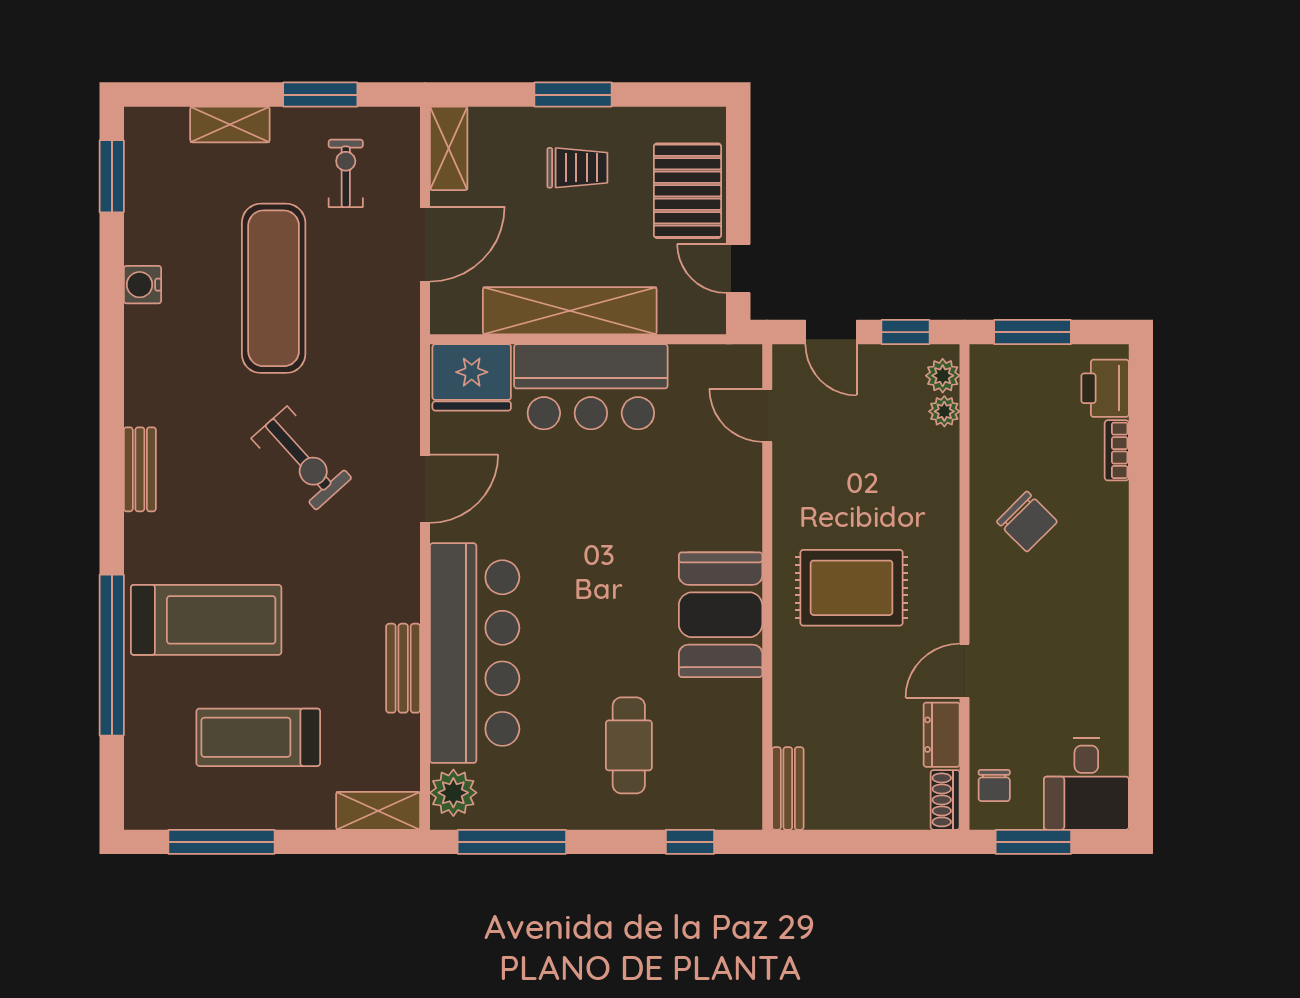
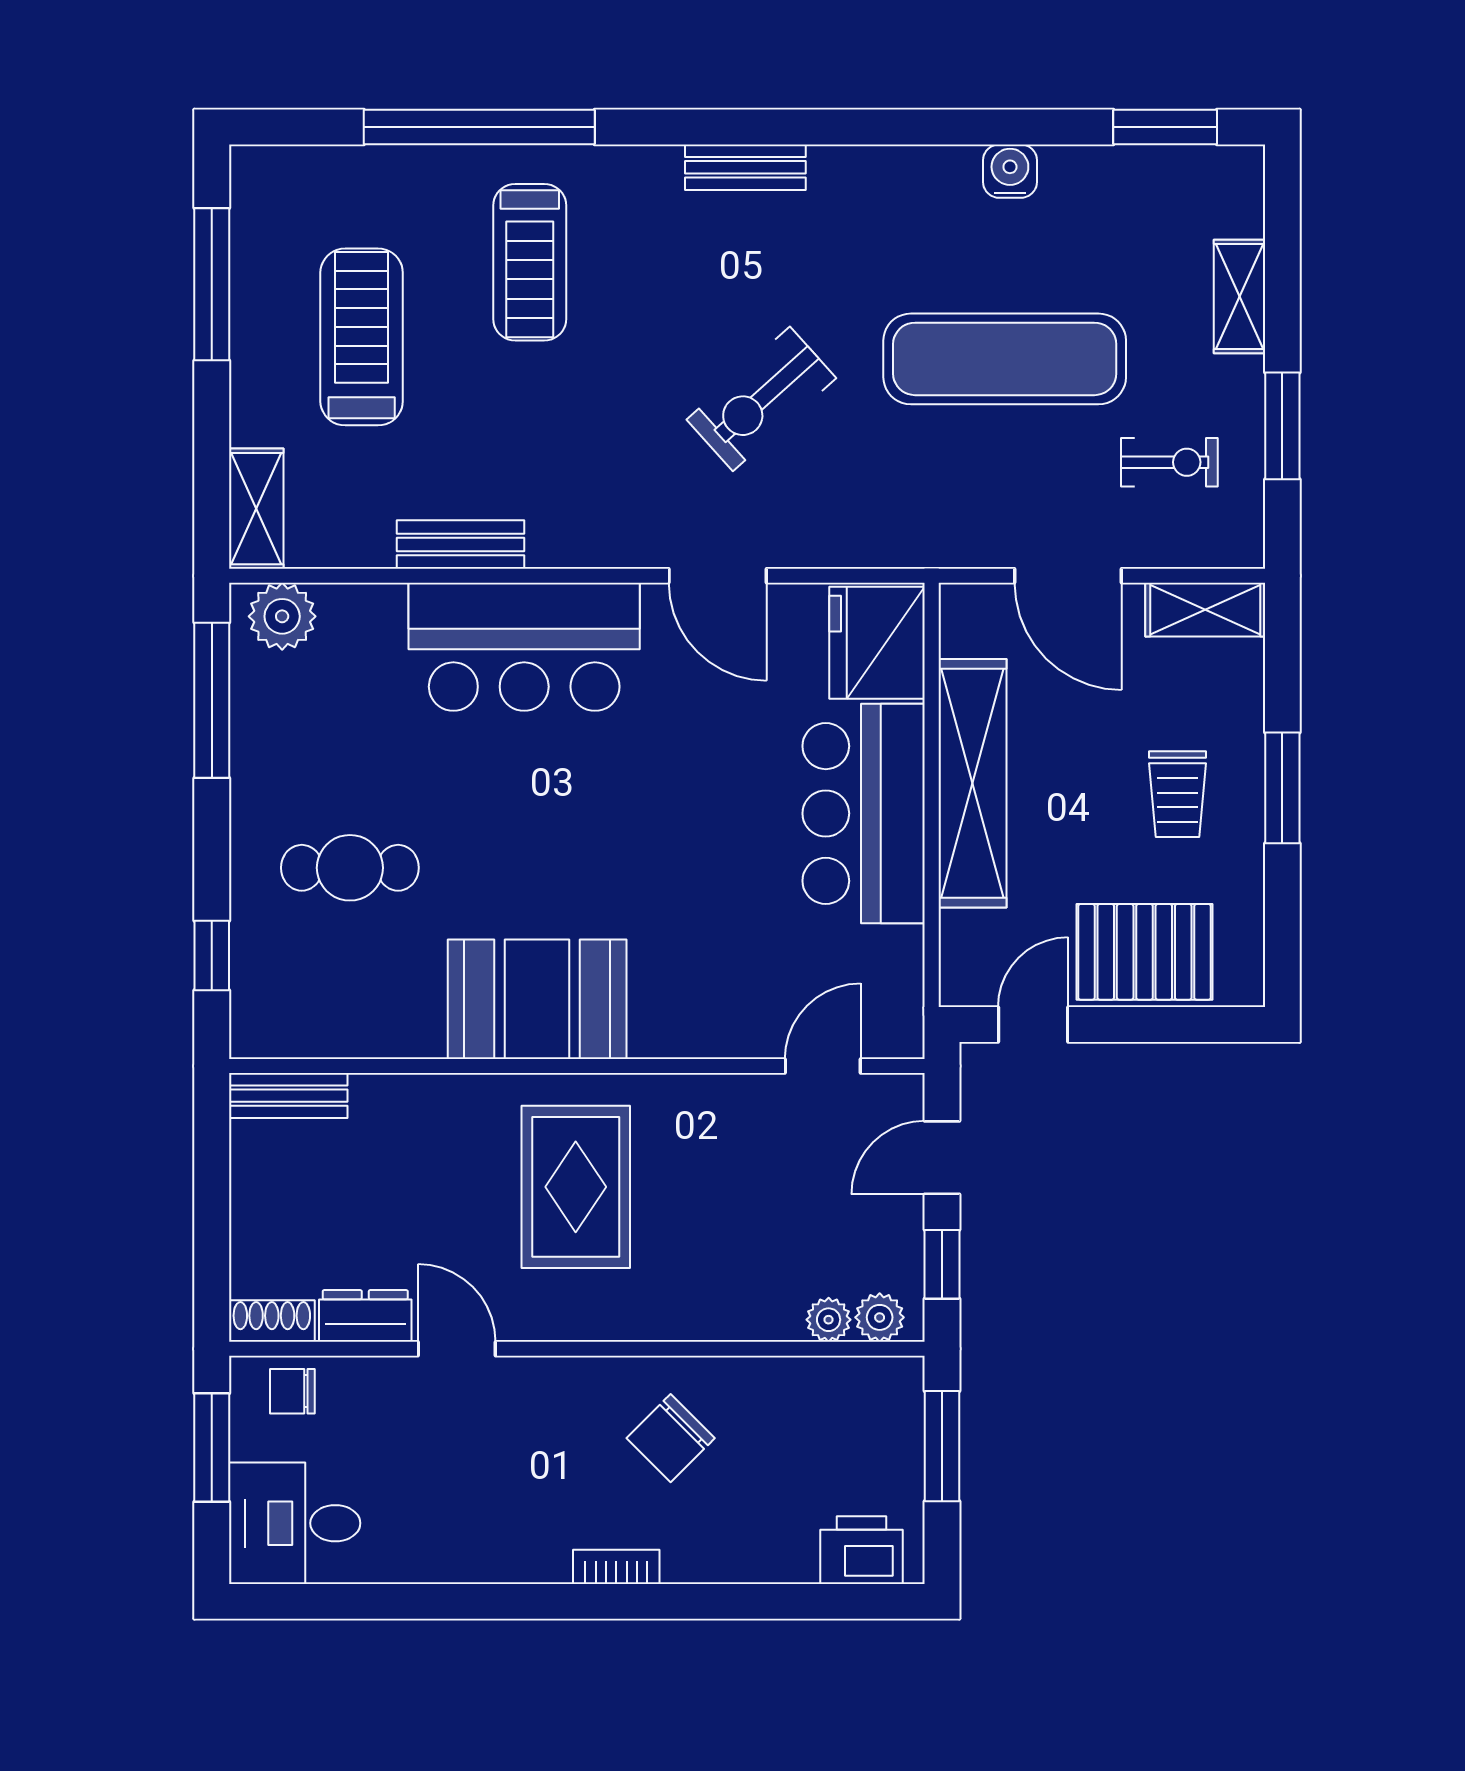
bookcase: (1117, 450) -> (616, 1567), moved
treadmill: (206, 620) -> (530, 262), width x0.73, depth x0.73
bar counter: (475, 653) -> (524, 647), width x0.73

